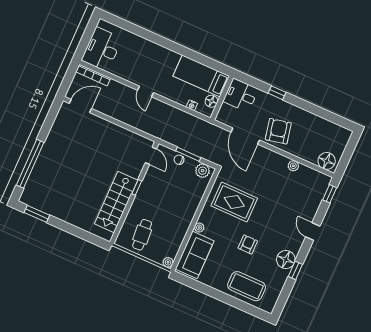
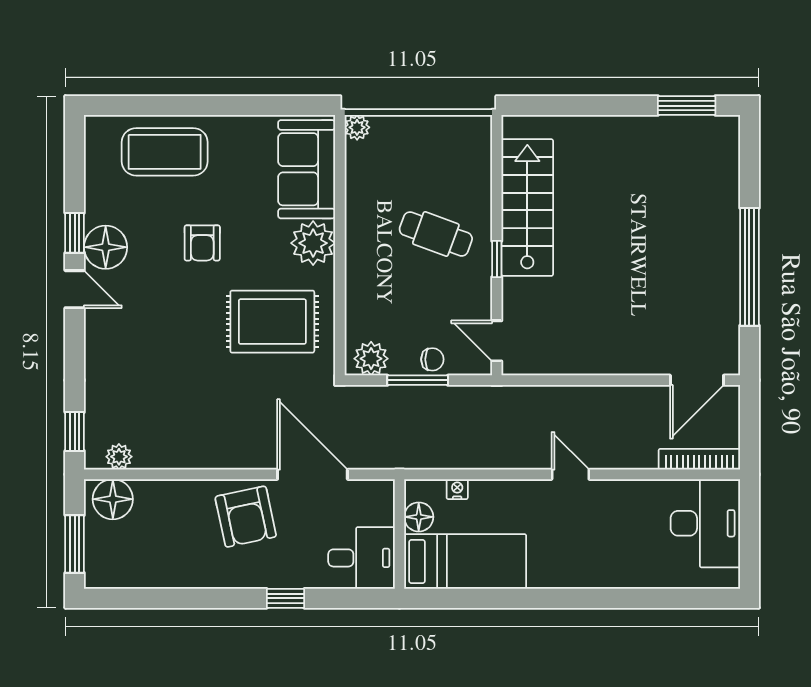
window: (349, 150) -> (75, 544), added
window: (30, 164) -> (749, 267), moved
plant: (293, 166) -> (119, 457), moved
plant: (199, 227) -> (313, 243), width x1.88, depth x1.88
door: (313, 231) -> (75, 289), moved
cafe table: (142, 235) -> (436, 234), moved, turned -66

